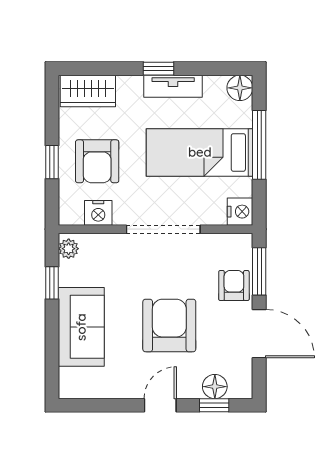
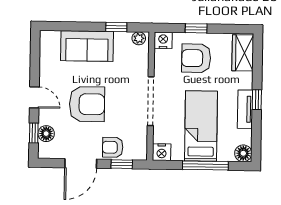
nightstand: (98, 213) -> (163, 40), moved, turned 90
window: (259, 271) -> (122, 164), width x0.67
armchair: (234, 286) -> (113, 147), turned 180

